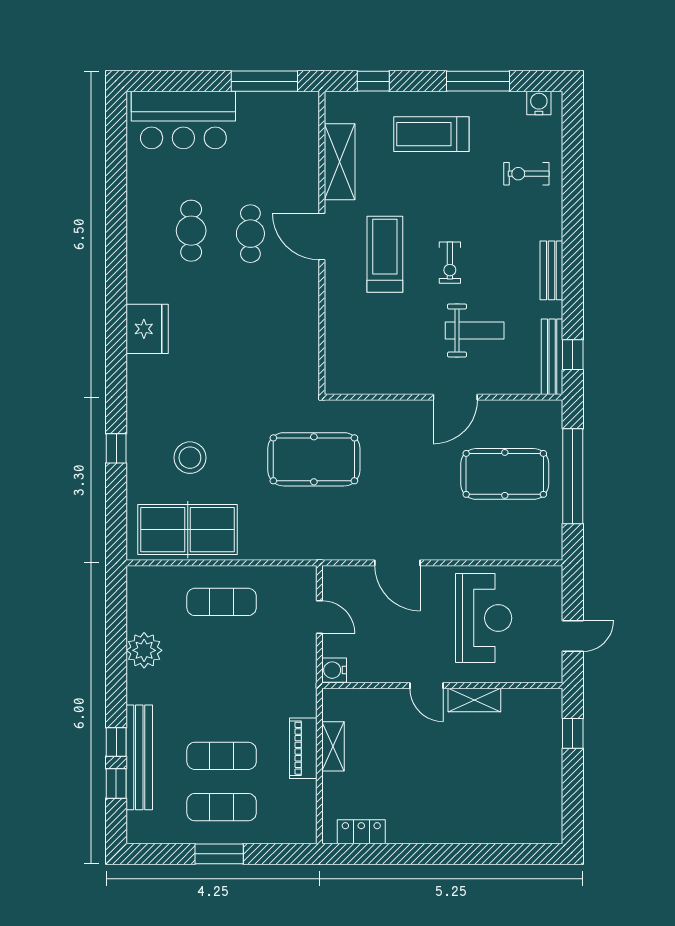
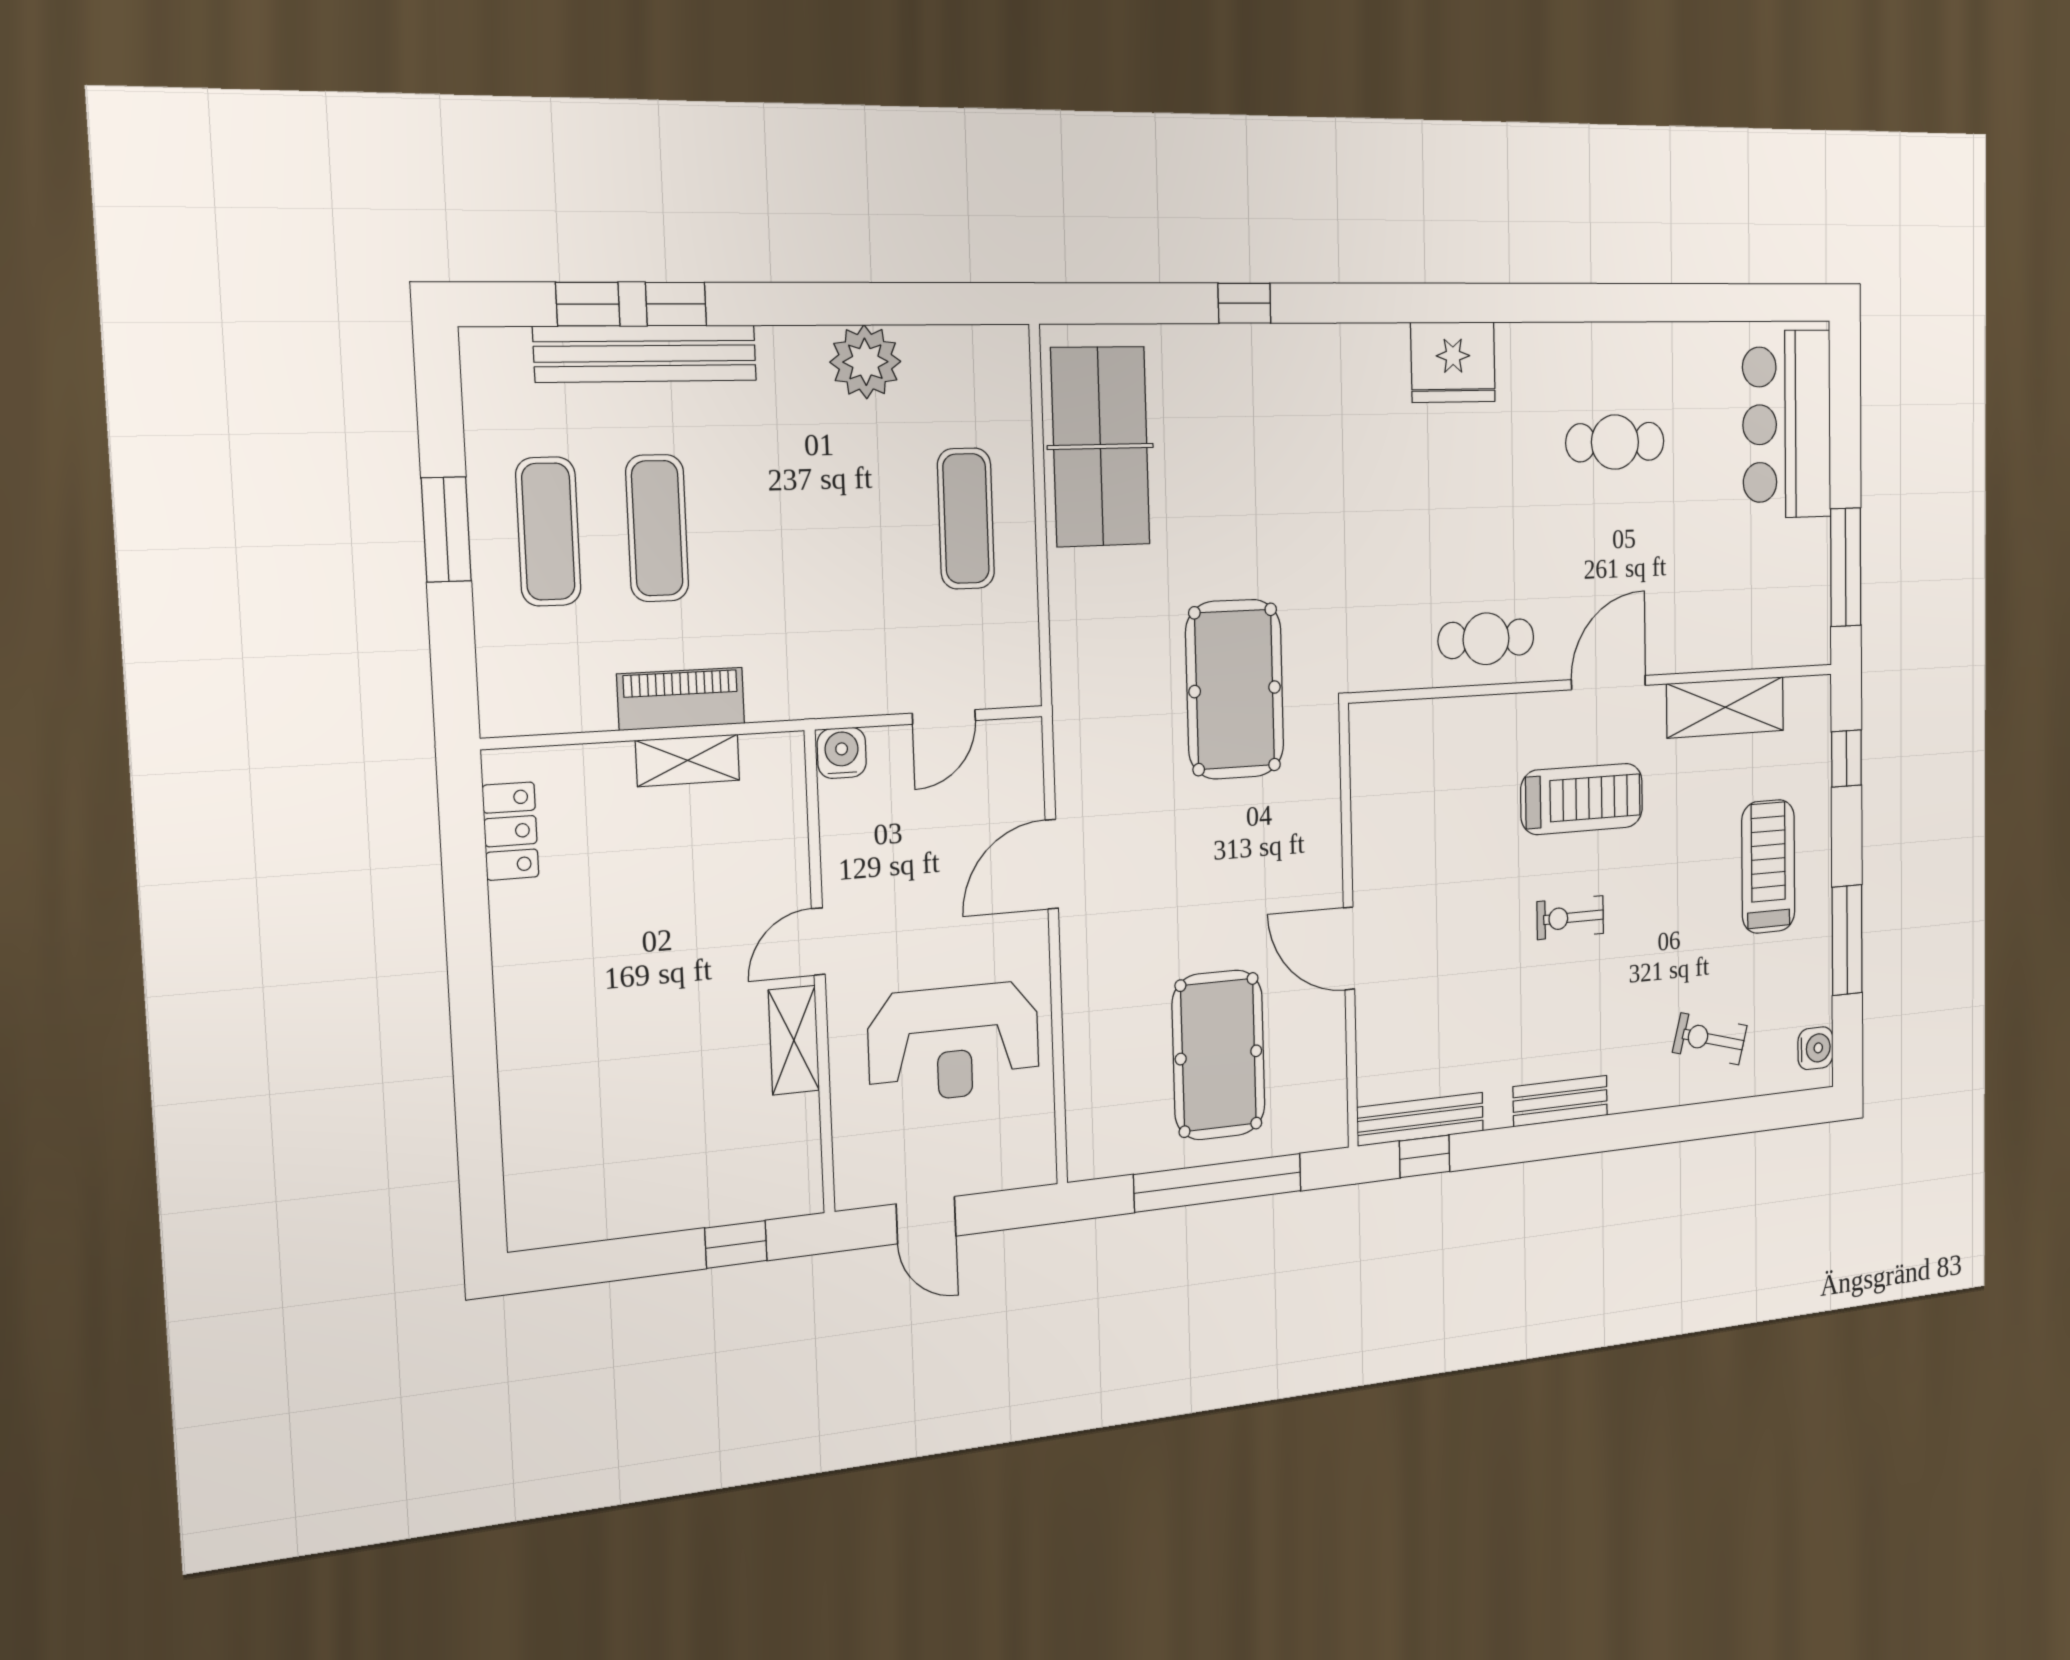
exercise bike: (526, 174) -> (1710, 1039), turned -75
cafe table: (250, 234) -> (1486, 639), moved
weight bench: (475, 330) -> (1461, 973), removed
stool: (190, 458) -> (1232, 448), removed

